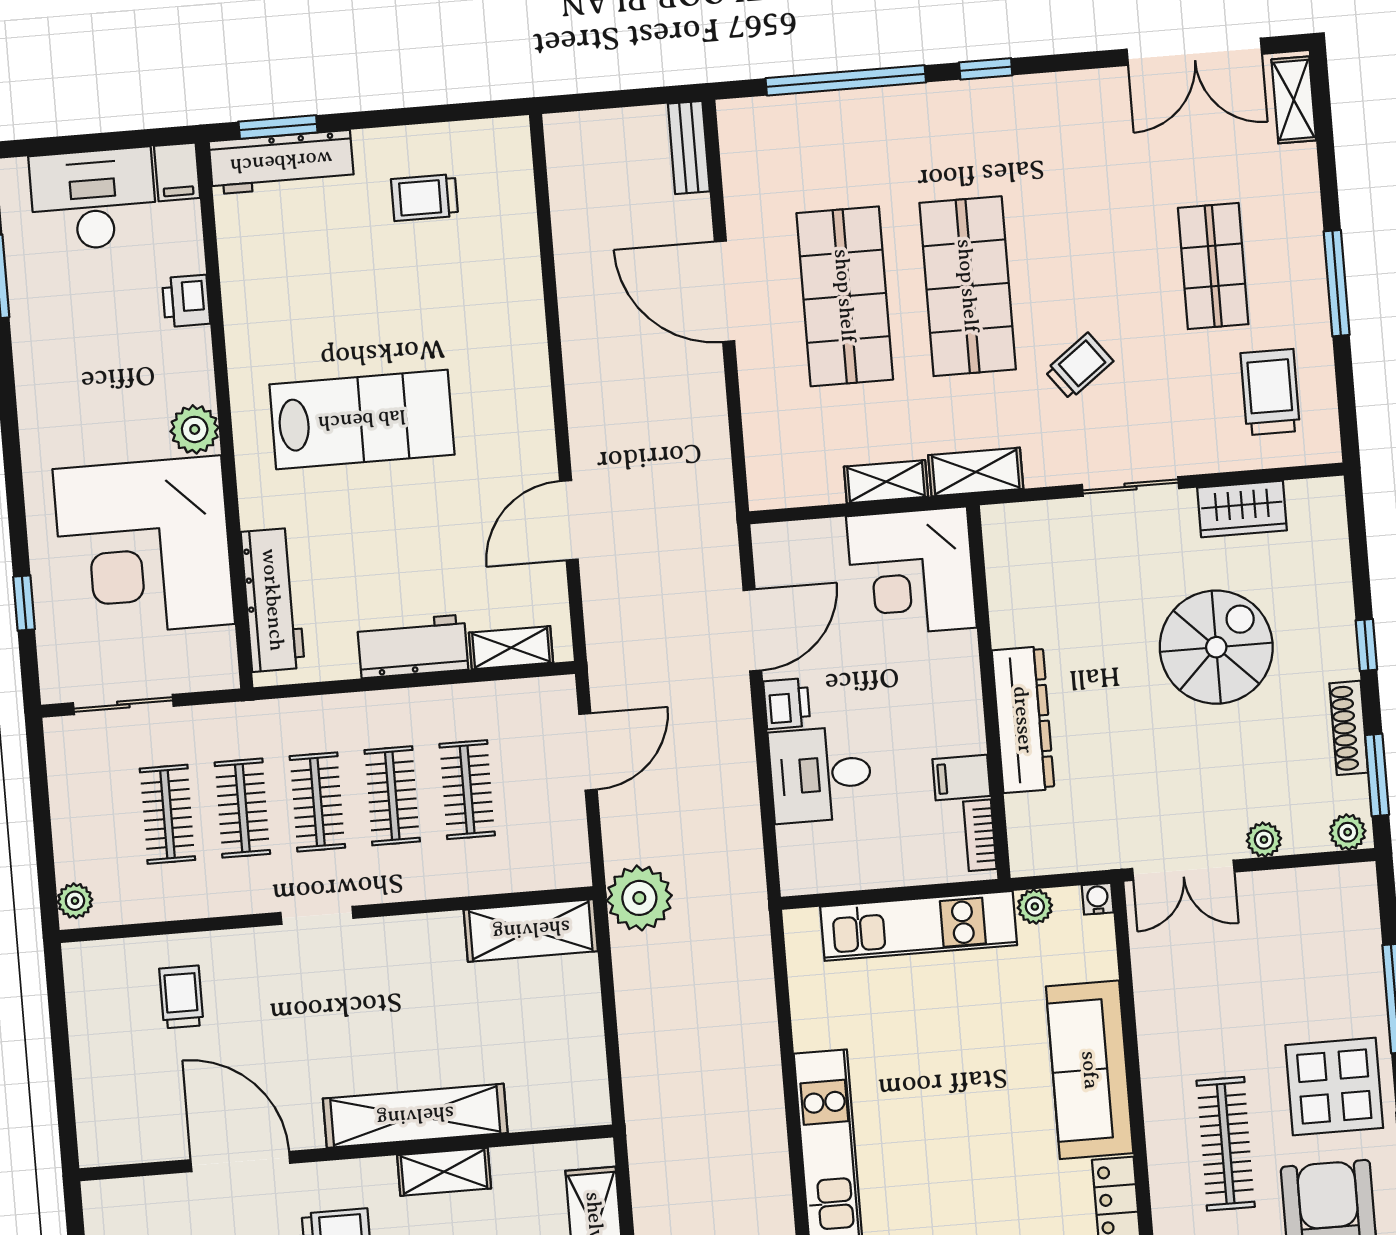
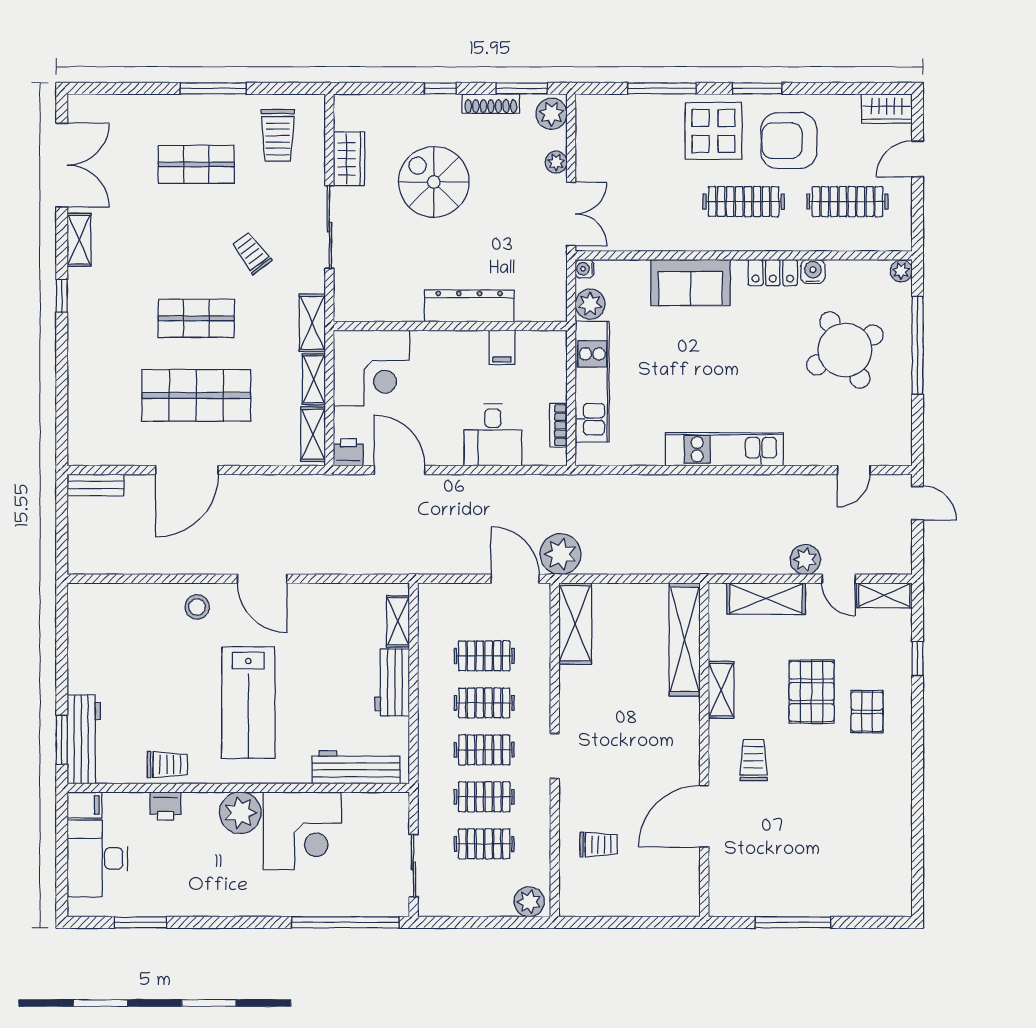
window: (846, 80) -> (62, 384), removed
shelving: (1294, 100) -> (79, 240), moved, turned 90
trolley: (425, 198) -> (167, 765), moved, turned -90
shop shelf: (968, 286) -> (196, 318), width x0.70, depth x0.74
stool: (508, 325) -> (197, 607), added
trolley: (1270, 392) -> (278, 135), turned -90
lab bench: (362, 420) -> (248, 702), turned 180
plant: (195, 429) -> (240, 813), width x1.36, depth x1.36
sliding door: (1131, 486) -> (329, 227), width x1.37
shelving: (798, 488) -> (313, 434), added
door: (569, 520) -> (262, 579), moved
corner desk: (144, 547) -> (302, 831), width x0.74, depth x0.74
window: (24, 603) -> (345, 922), width x3.17
printer: (787, 704) -> (348, 452), moved
door: (588, 752) -> (515, 579), moved
plant: (1348, 832) -> (552, 114), width x1.38, depth x1.38
bookcase: (980, 835) -> (558, 425), moved, turned 90
plant: (75, 901) -> (529, 902), width x1.38, depth x1.38
plant: (1035, 906) -> (590, 304), width x1.38, depth x1.38
trolley: (181, 997) -> (599, 845), turned 180
sofa: (1090, 1070) -> (691, 283), width x0.73
shelving: (415, 1116) -> (685, 639), moved

